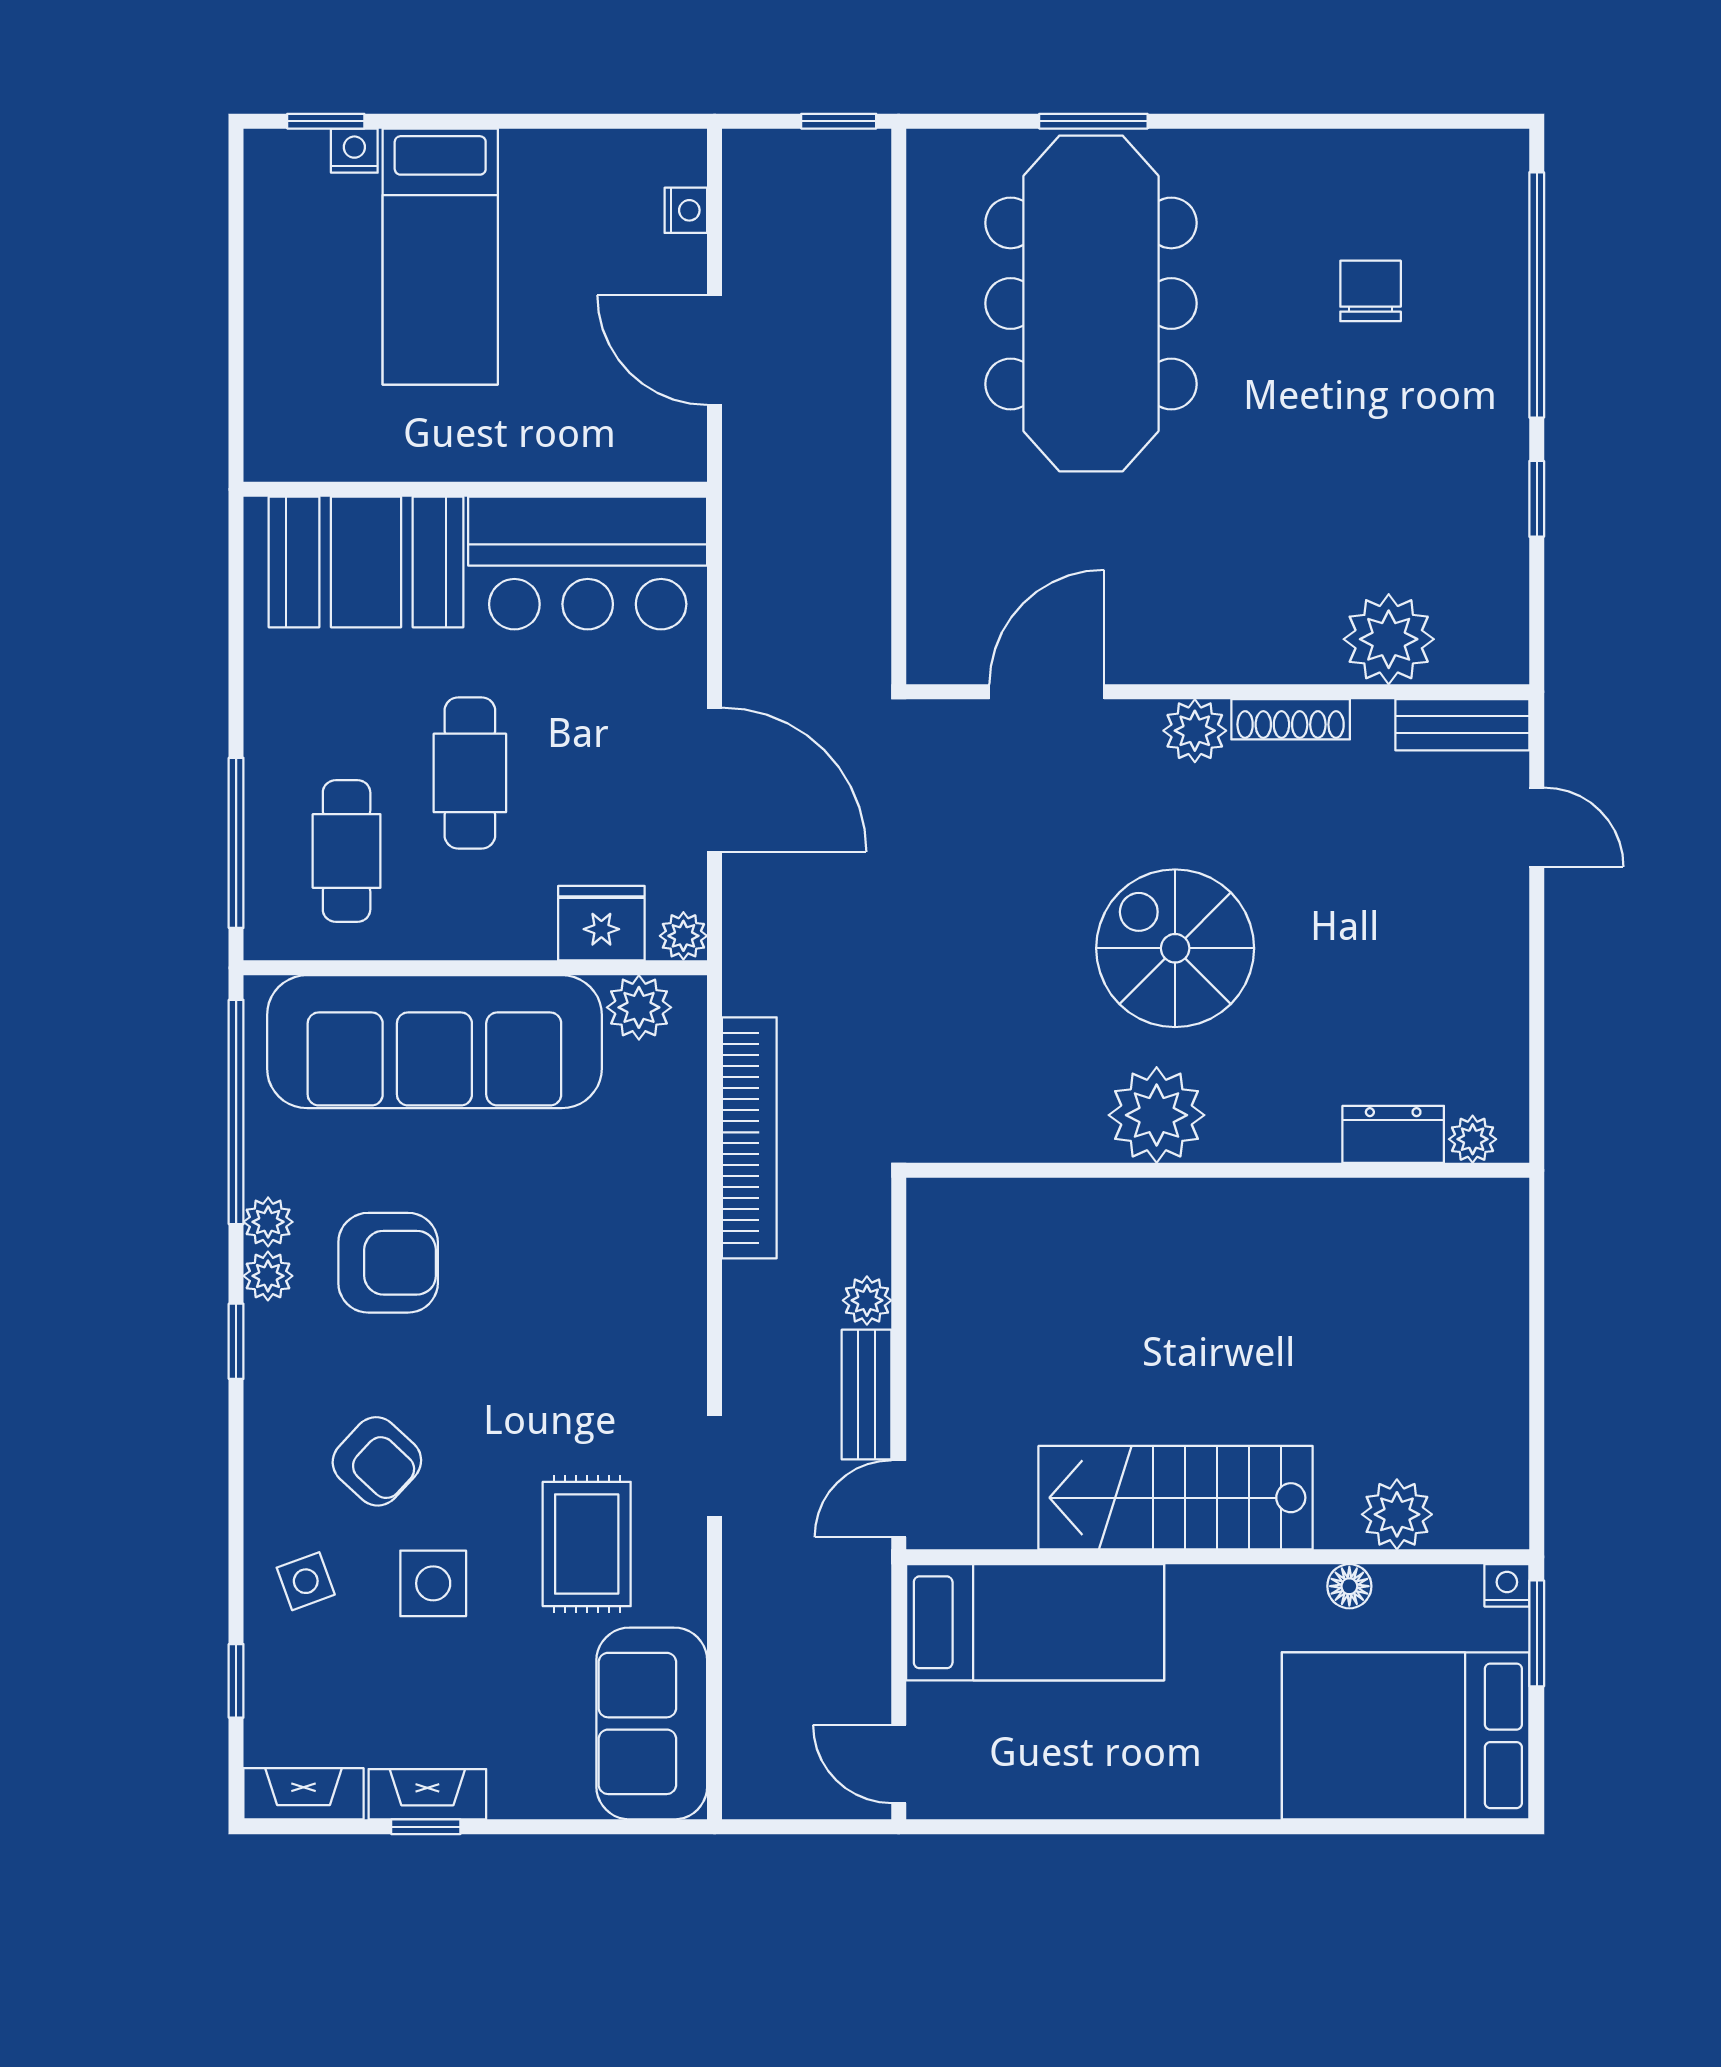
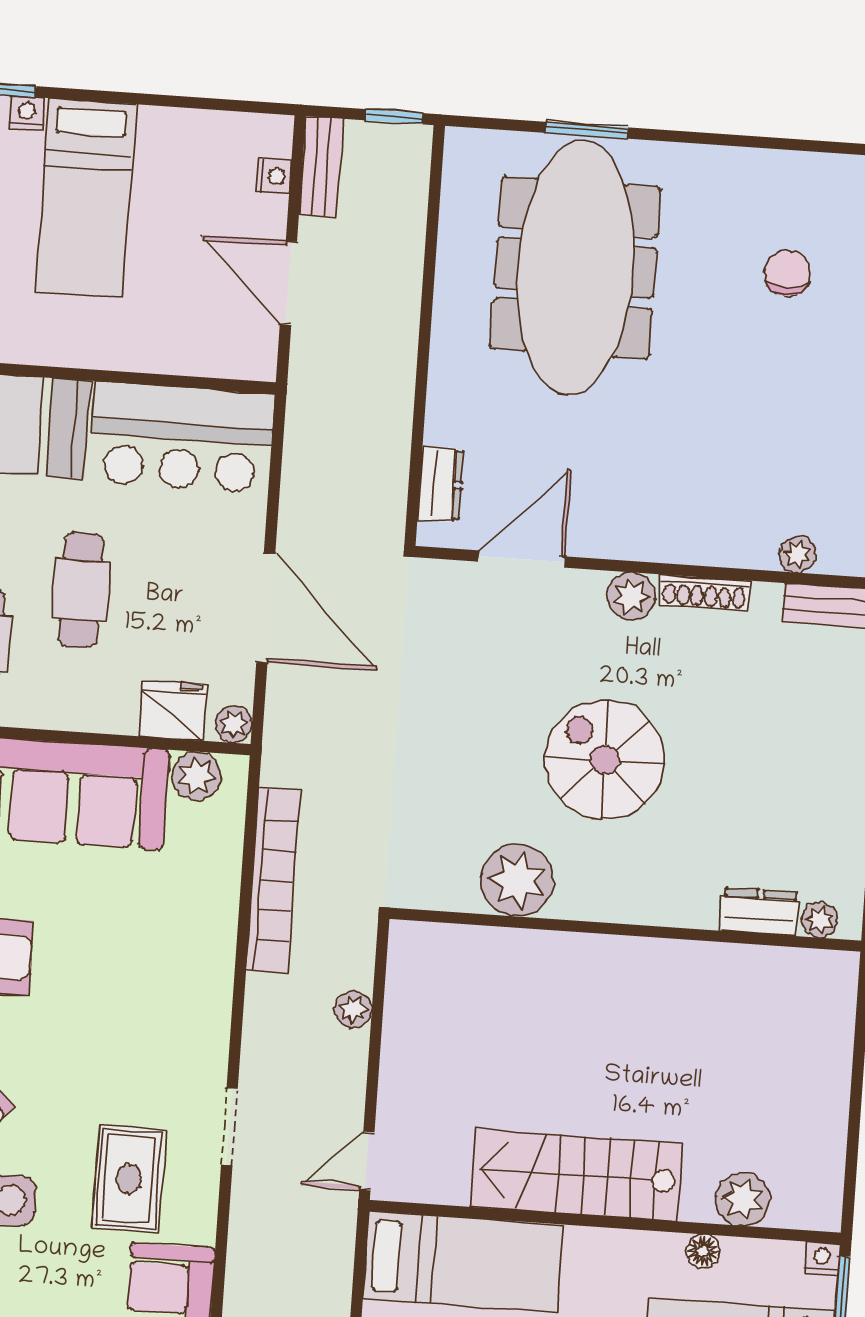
dresser: (933, 601) -> (441, 484), added
plant: (1389, 639) -> (797, 554), width x0.53, depth x0.53
plant: (1157, 1115) -> (517, 880), moved
bench: (867, 1395) -> (321, 166), moved

